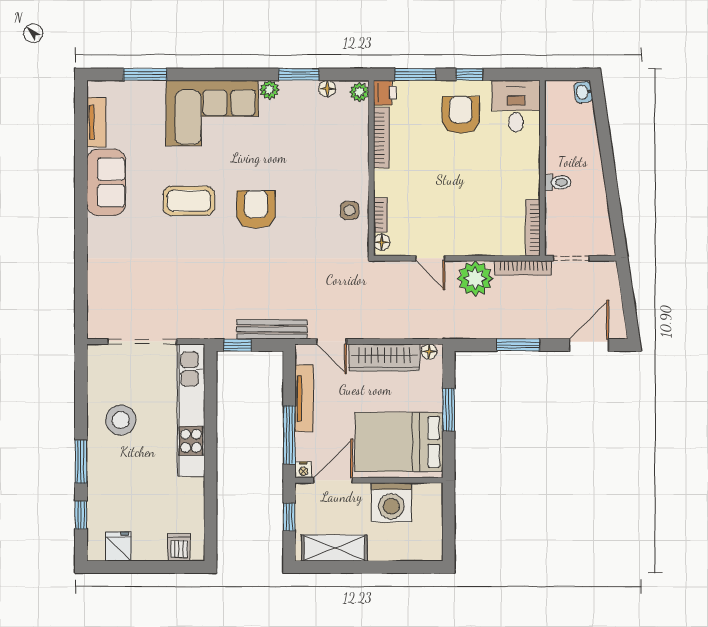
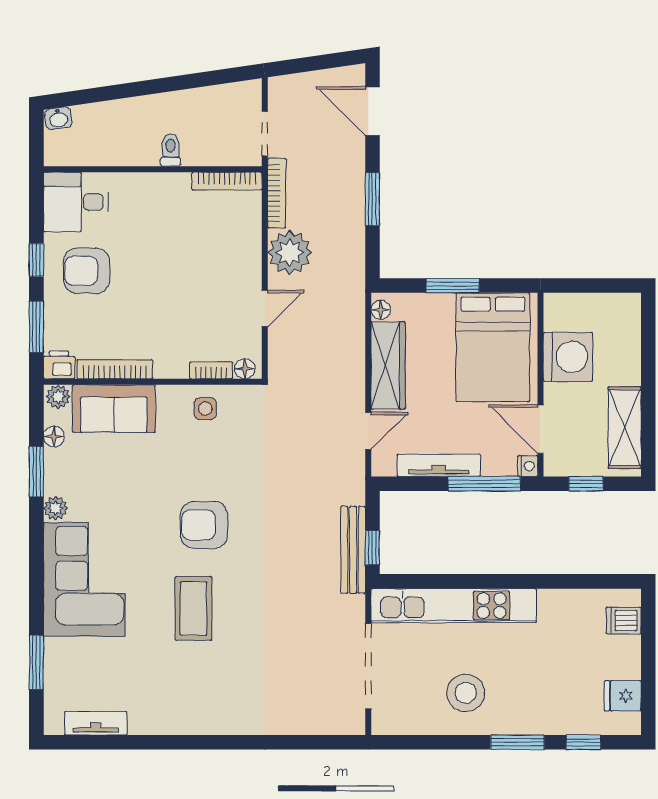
sofa: (106, 182) -> (114, 409), moved, turned 180
bench: (272, 329) -> (353, 550), moved

